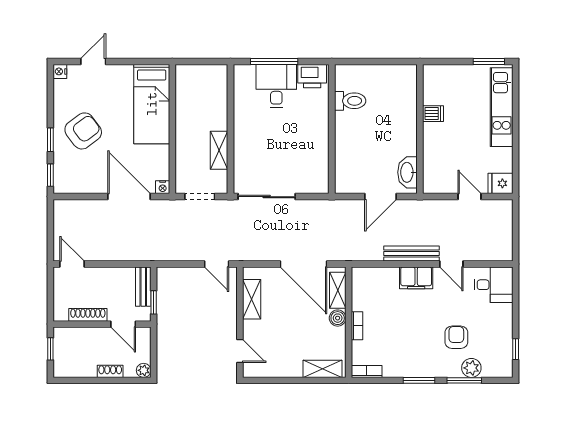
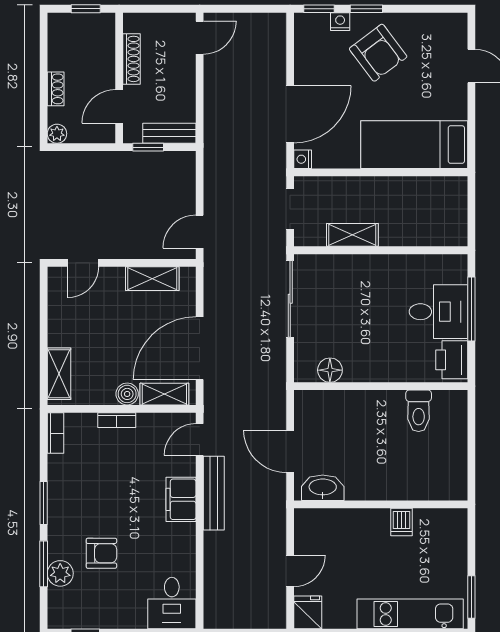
nightstand: (60, 71) -> (340, 22), moved
floor lamp: (320, 167) -> (330, 370), added
door: (451, 264) -> (200, 440), moved

